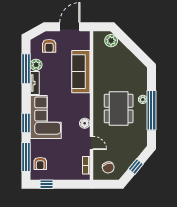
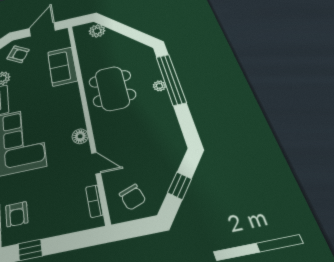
armchair: (49, 46) -> (18, 54), turned -58
sofa: (81, 72) -> (62, 66), width x0.73
dining table: (119, 109) -> (112, 88), moved
window: (151, 110) -> (171, 79), moved

